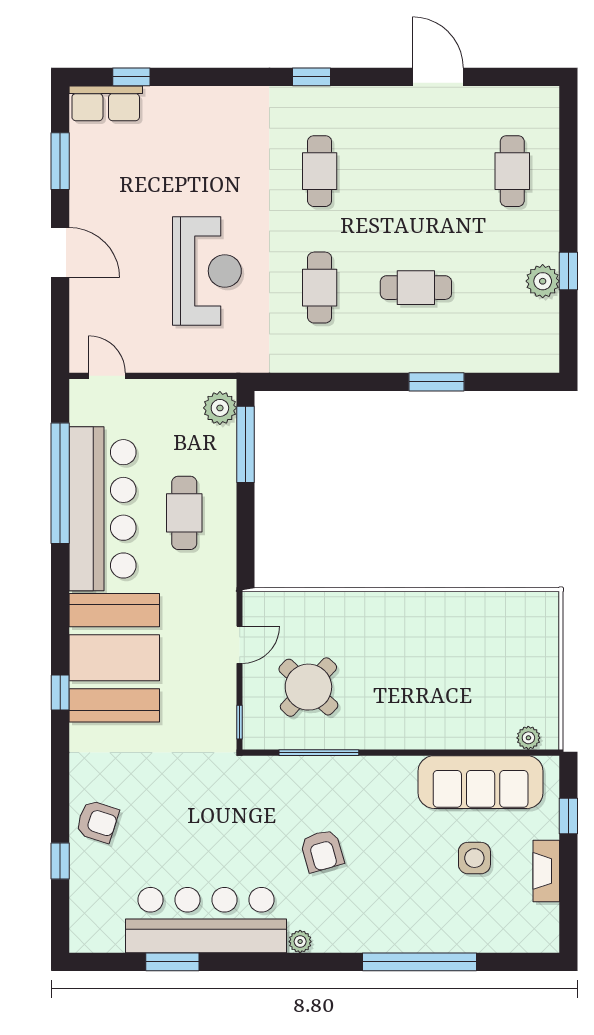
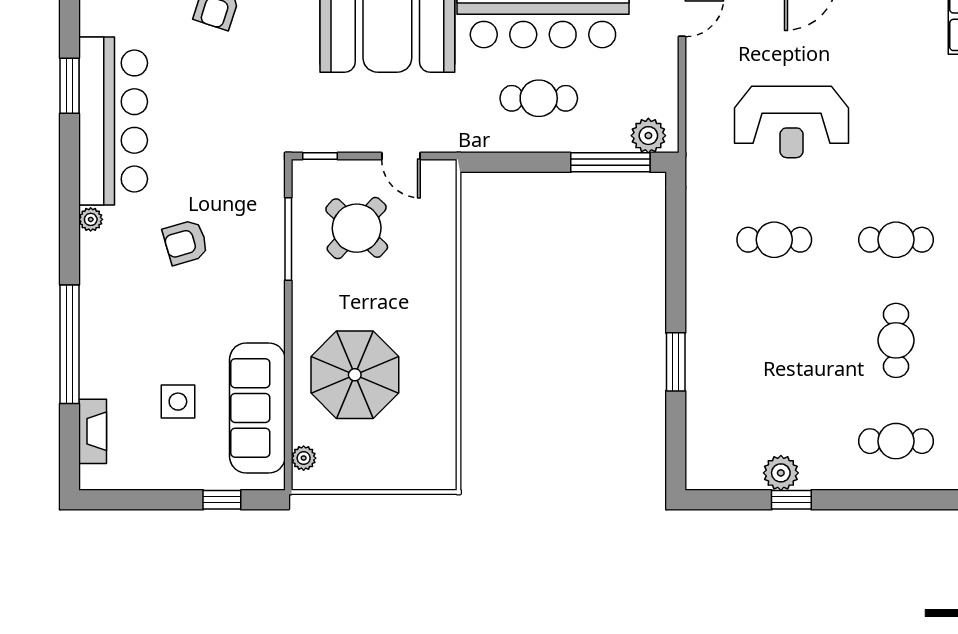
cafe table: (416, 288) -> (896, 340), moved
parasol: (449, 689) -> (355, 375), added
fireplace: (546, 871) -> (93, 431), moved, turned 90

